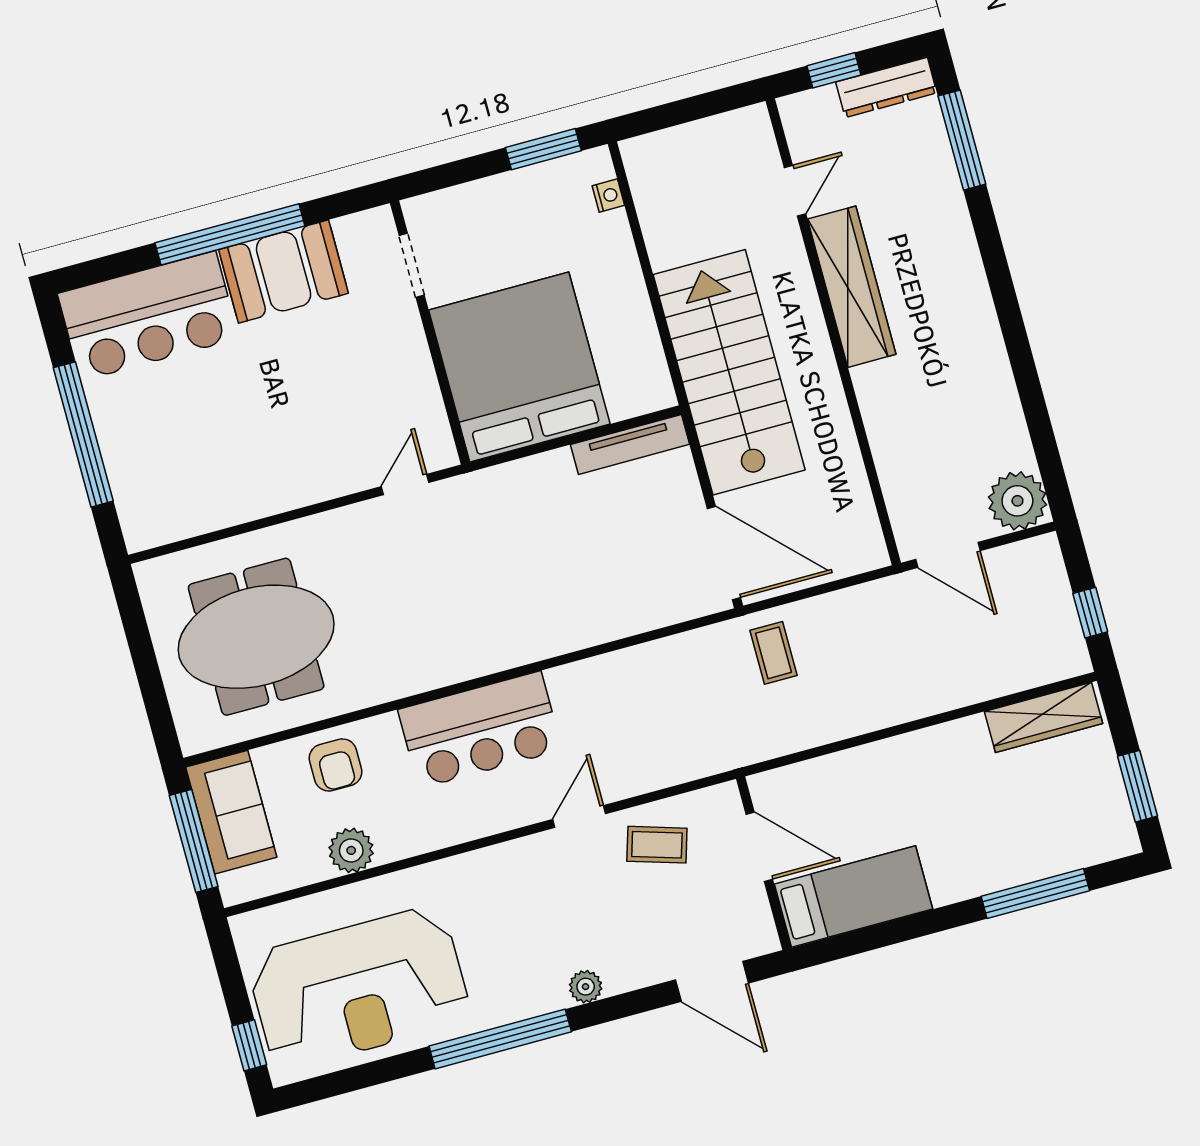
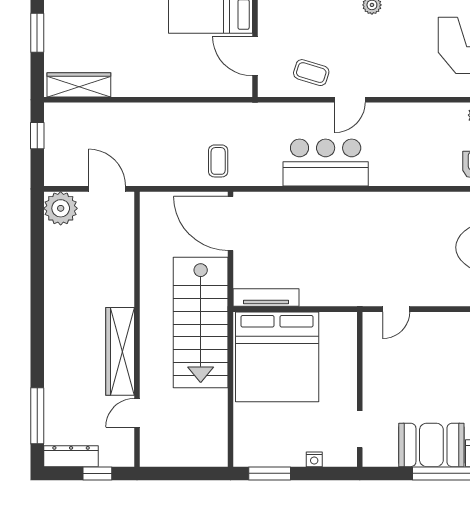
nightstand: (608, 195) -> (314, 459), moved, turned -90
bed: (519, 367) -> (277, 357), moved
bar counter: (480, 730) -> (326, 163), moved

